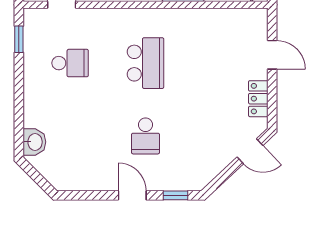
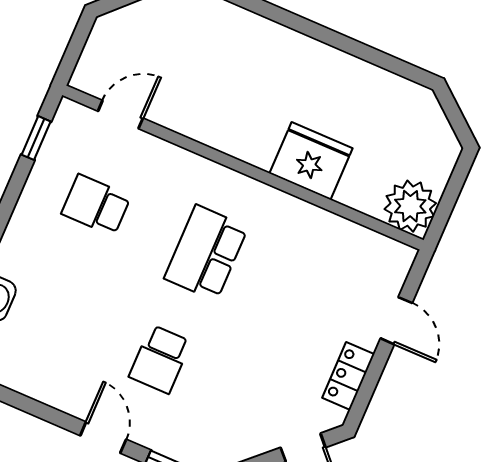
school desk: (70, 63) -> (96, 205), turned 180
school desk: (145, 63) -> (206, 253), turned 180

